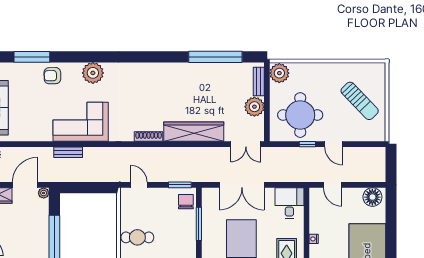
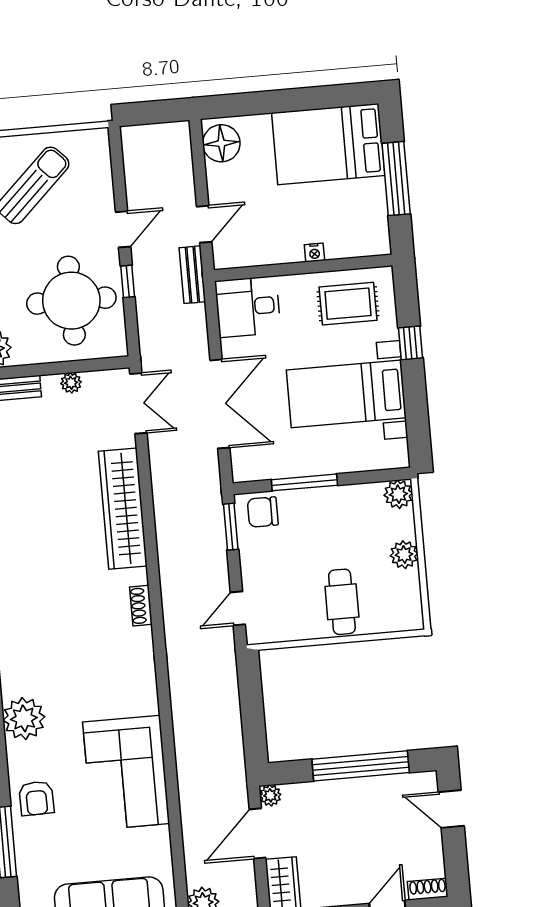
plant: (254, 107) -> (71, 383), width x0.53, depth x0.53
corner sofa: (81, 122) -> (126, 773), moved
shoe rack: (149, 136) -> (141, 606), width x0.70
bench: (68, 152) -> (192, 275), moved
door: (25, 185) -> (258, 833), hinge flipped

